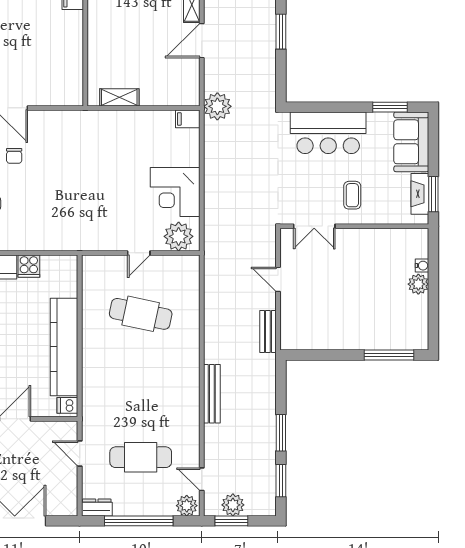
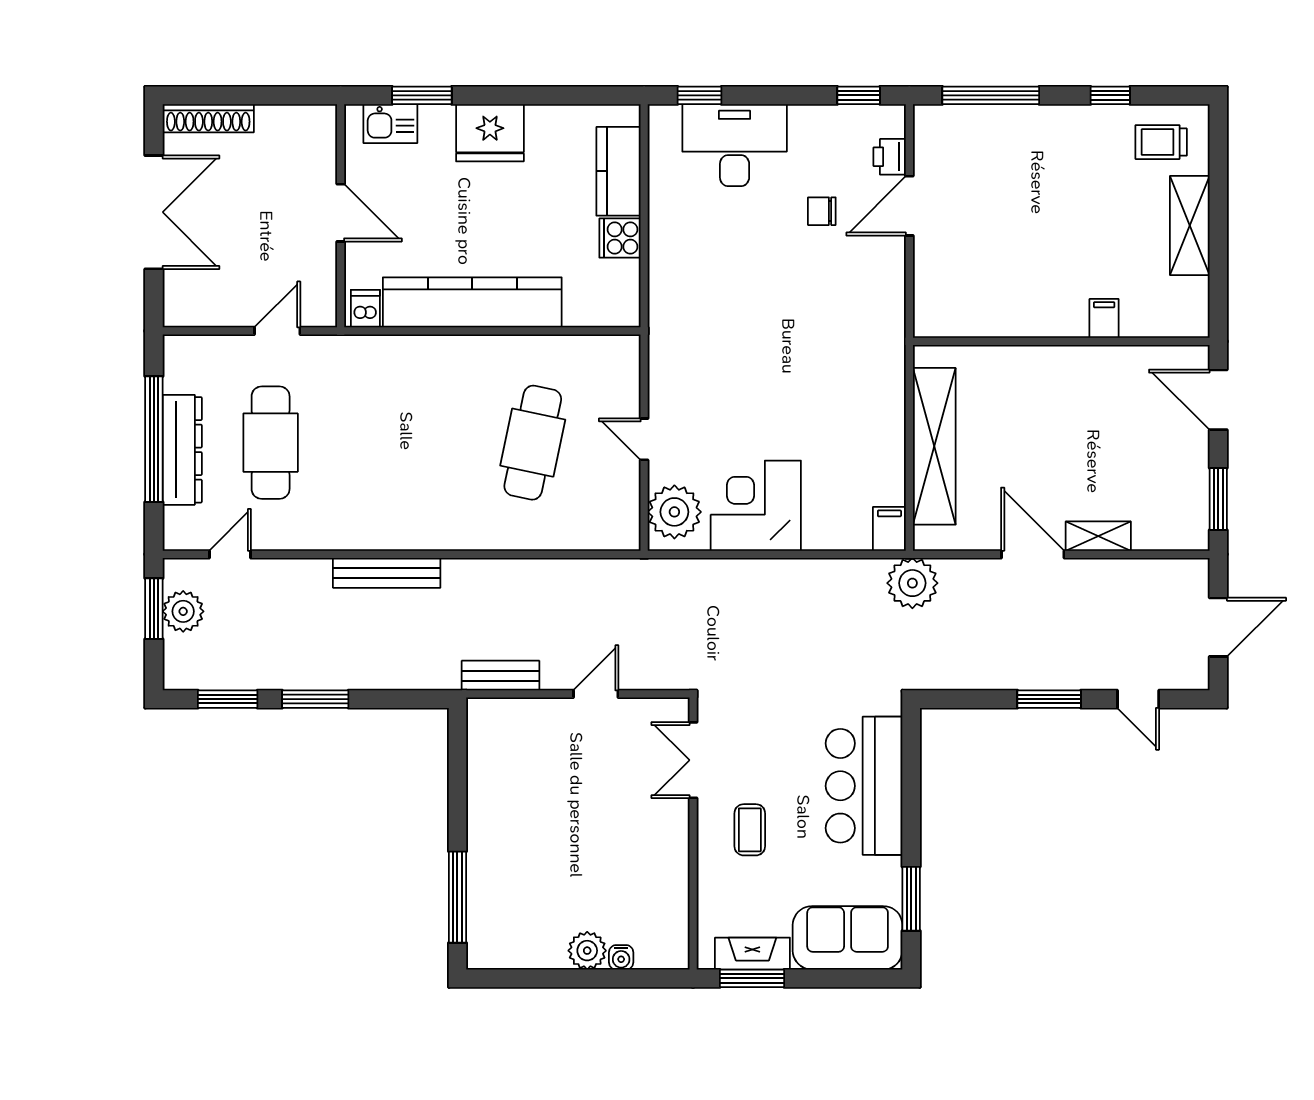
shelving: (119, 97) -> (934, 446), width x2.20, depth x1.33
coffee table: (352, 195) -> (750, 830), turned 90
plant: (187, 506) -> (182, 527), removed
dresser: (97, 508) -> (182, 450), moved, width x1.96, depth x1.24

